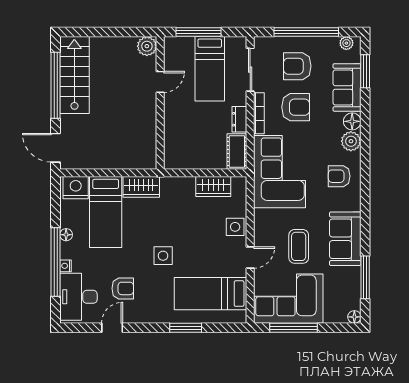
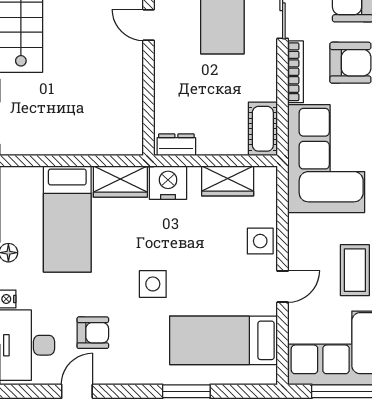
door: (160, 82) -> (149, 25), swing flipped
dresser: (239, 119) -> (176, 145), moved, turned 90
nightstand: (76, 188) -> (168, 183), moved

